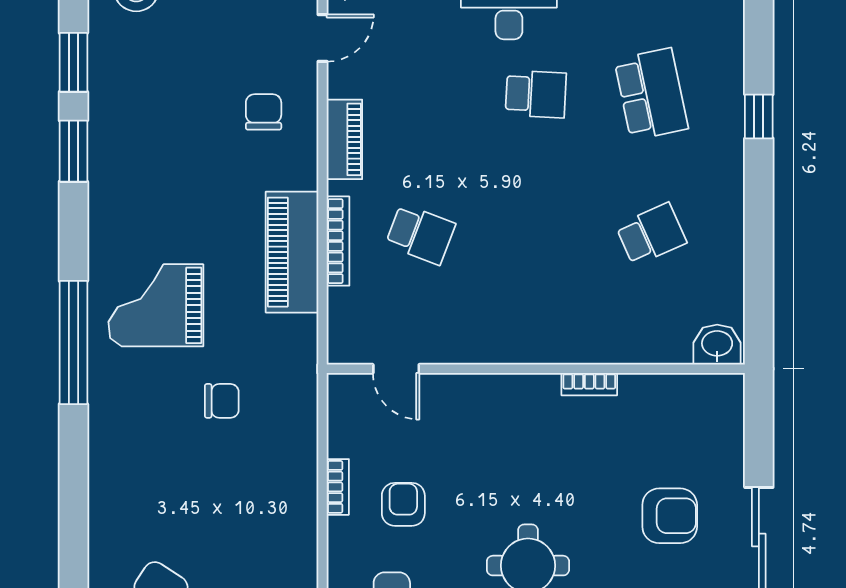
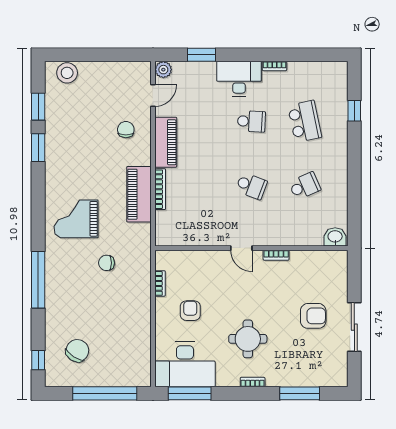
window: (759, 116) -> (354, 111), moved
piano: (344, 139) -> (166, 142), width x1.37, depth x1.33
school desk: (420, 234) -> (251, 186), moved
window: (73, 343) -> (38, 280), moved
door: (396, 369) -> (241, 248), moved
chair: (222, 401) -> (107, 263), turned 180
bookcase: (338, 487) -> (160, 283), moved

